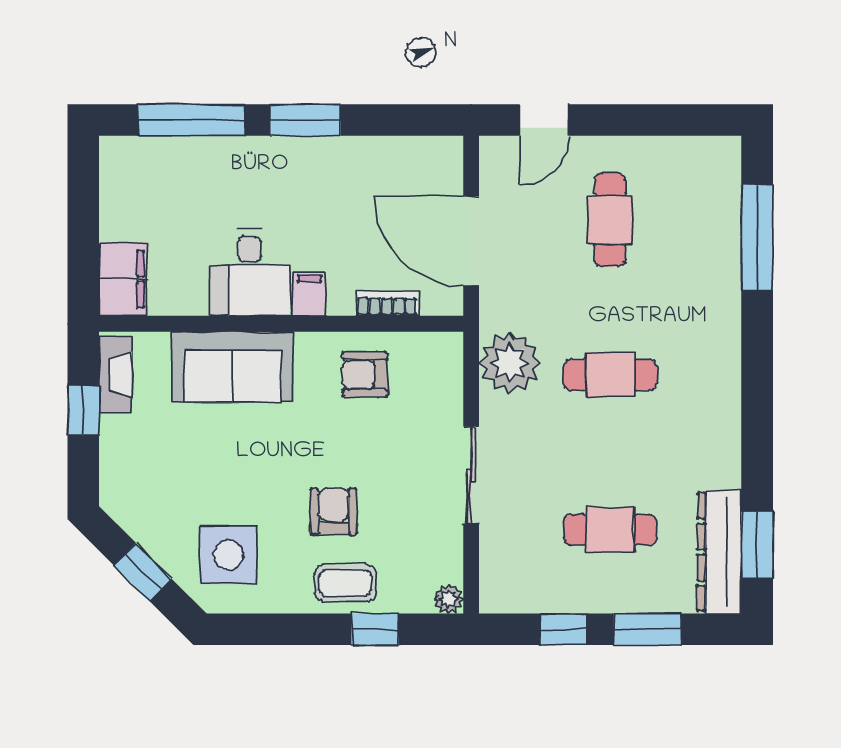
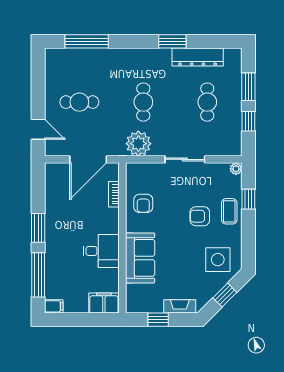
filing cabinet: (309, 294) -> (54, 306), moved, turned 180
fireplace: (115, 375) -> (180, 306), moved
window: (757, 545) -> (172, 41), moved
dresser: (719, 552) -> (198, 57), moved

